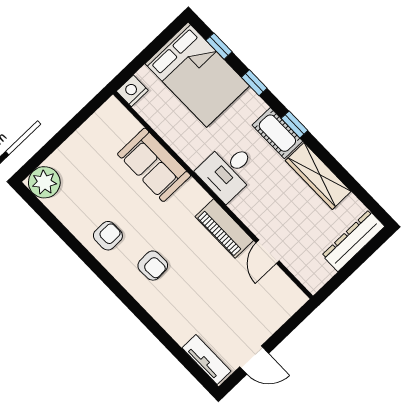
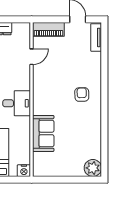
piano: (224, 229) -> (48, 29), moved, turned 90
armchair: (108, 236) -> (88, 123), removed

